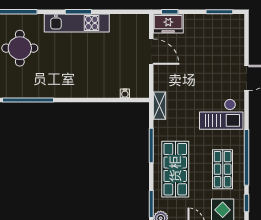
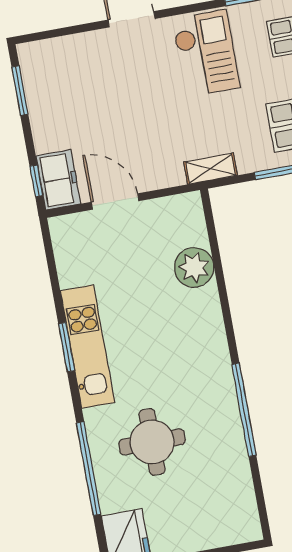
door: (151, 52) -> (115, 201), hinge flipped
plant: (109, 87) -> (194, 267), added
water cooler: (125, 93) -> (200, 236), removed

